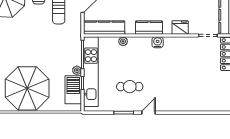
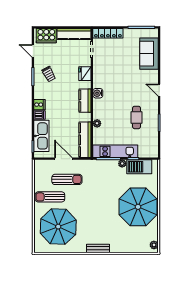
kitchen unit: (91, 72) -> (115, 151), width x0.73
sofa: (203, 101) -> (149, 54), added
door: (149, 113) -> (159, 90), moved

